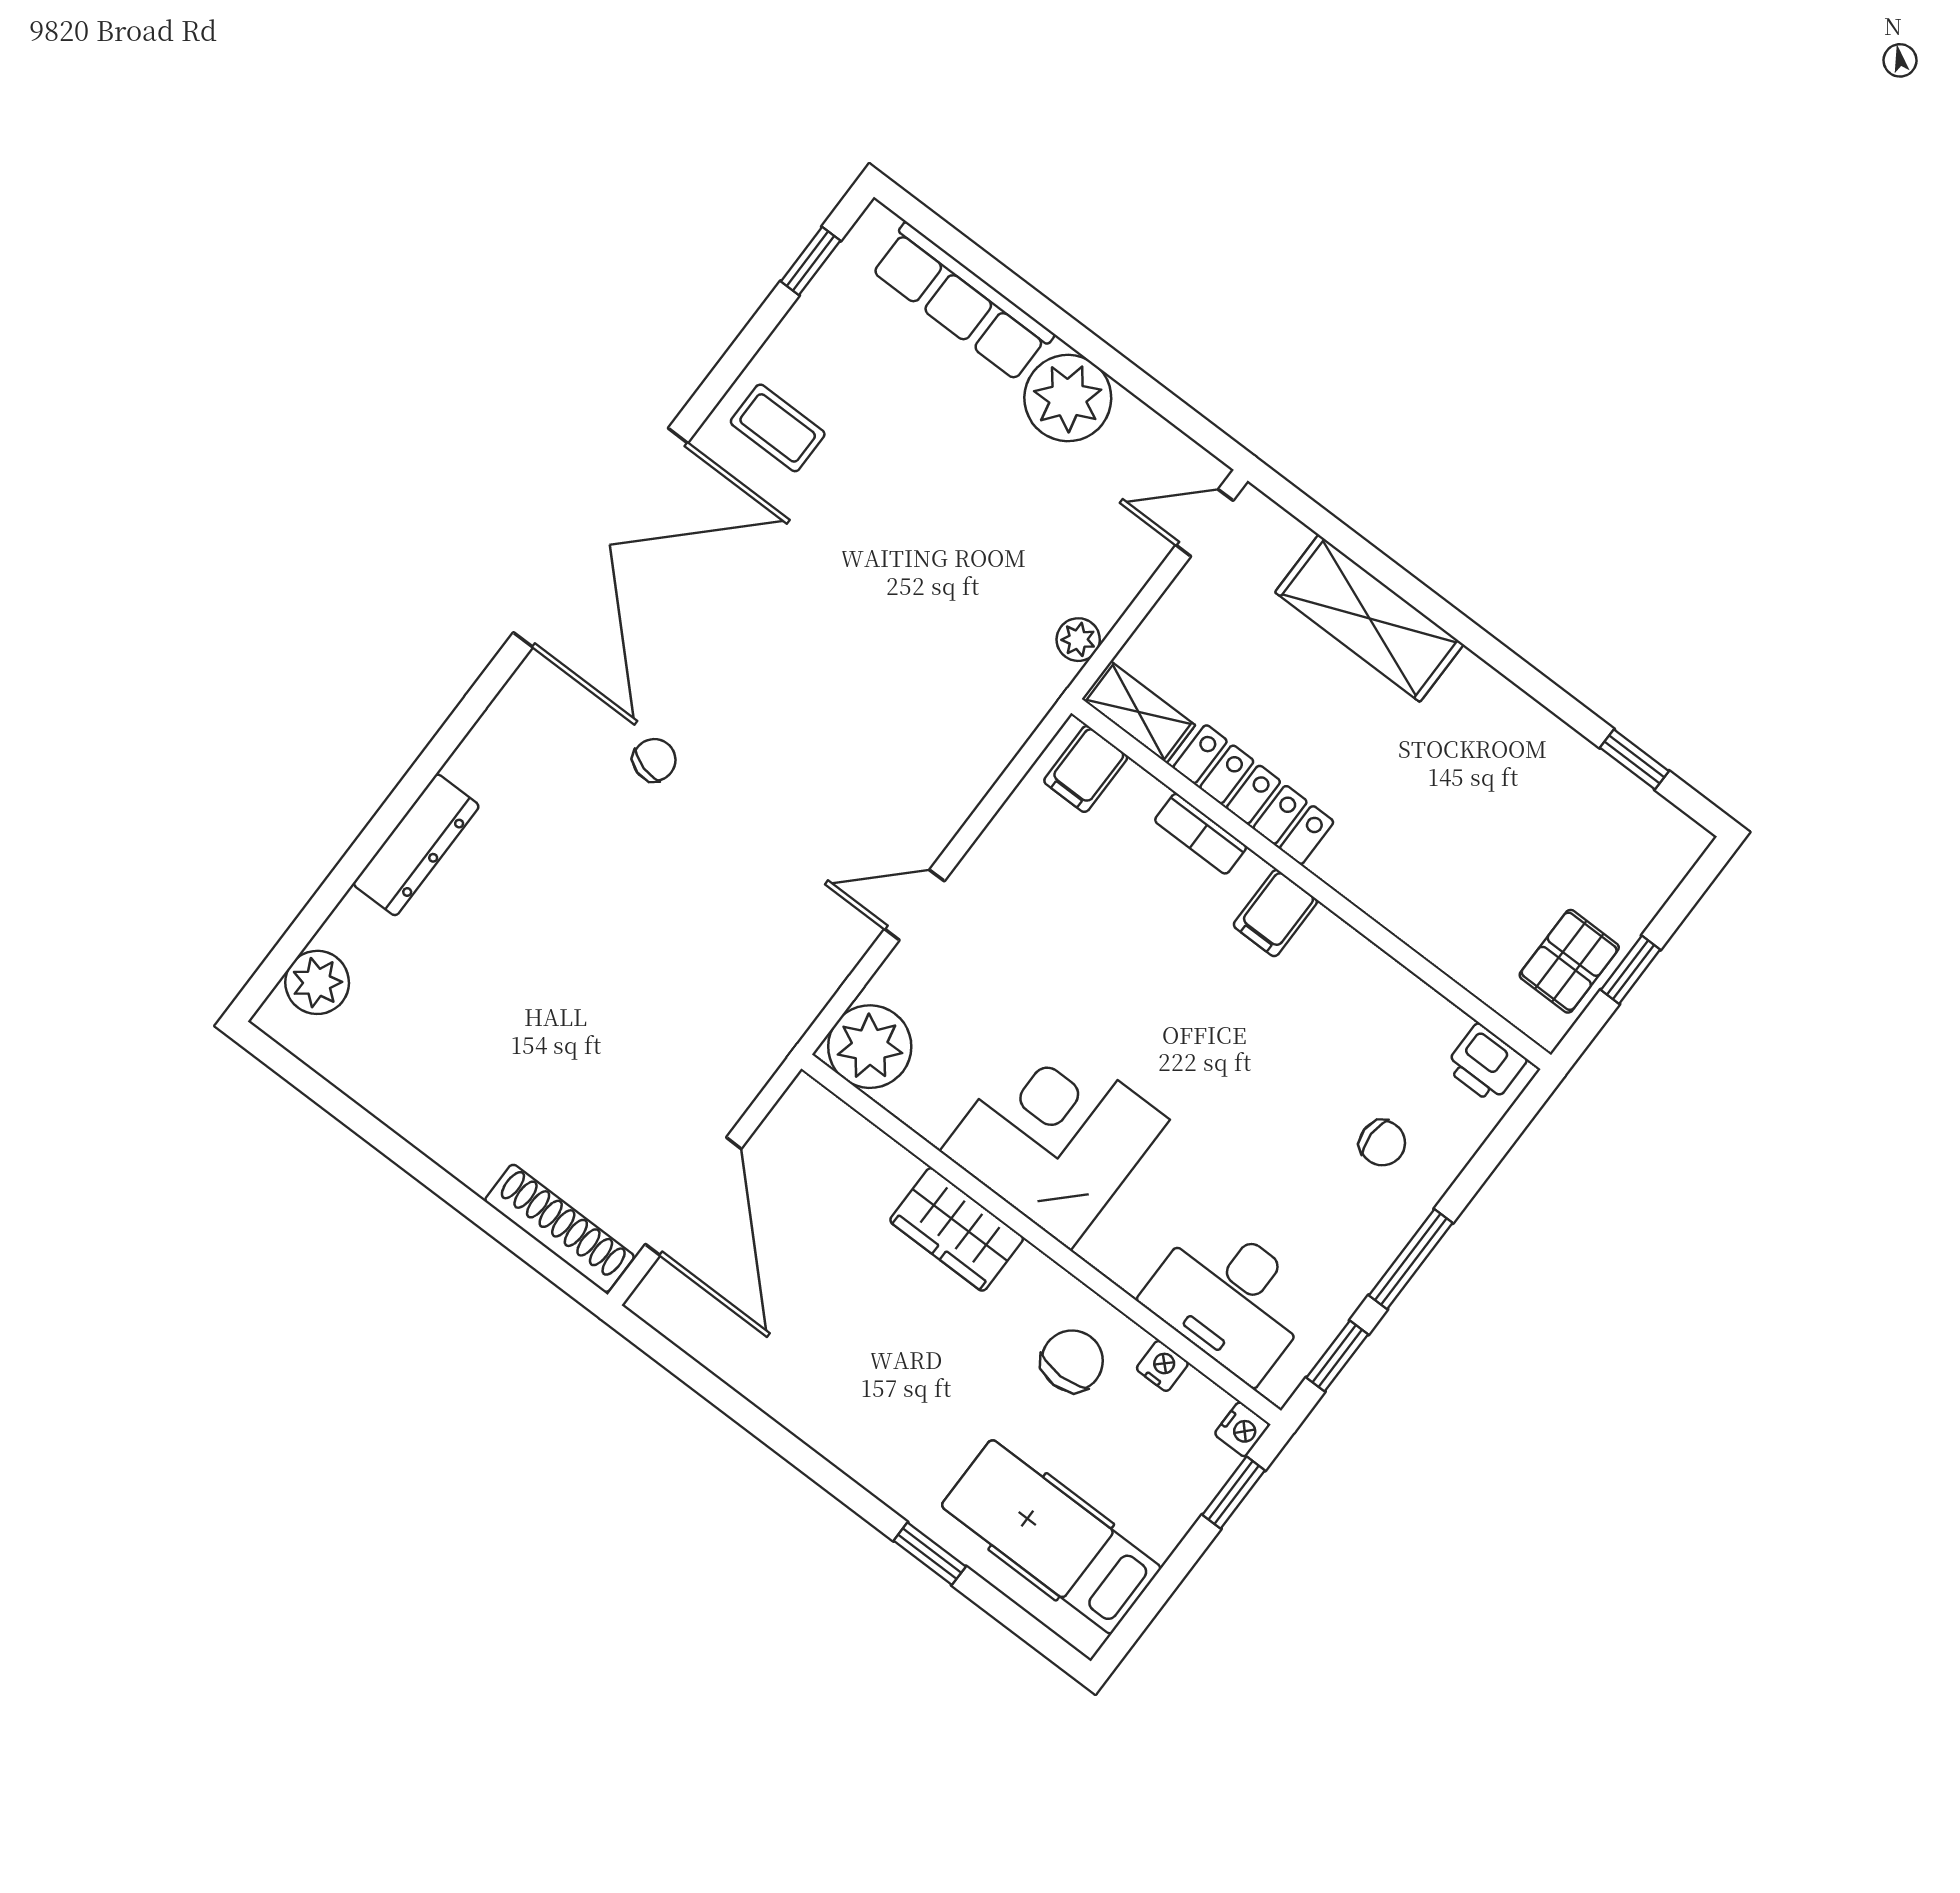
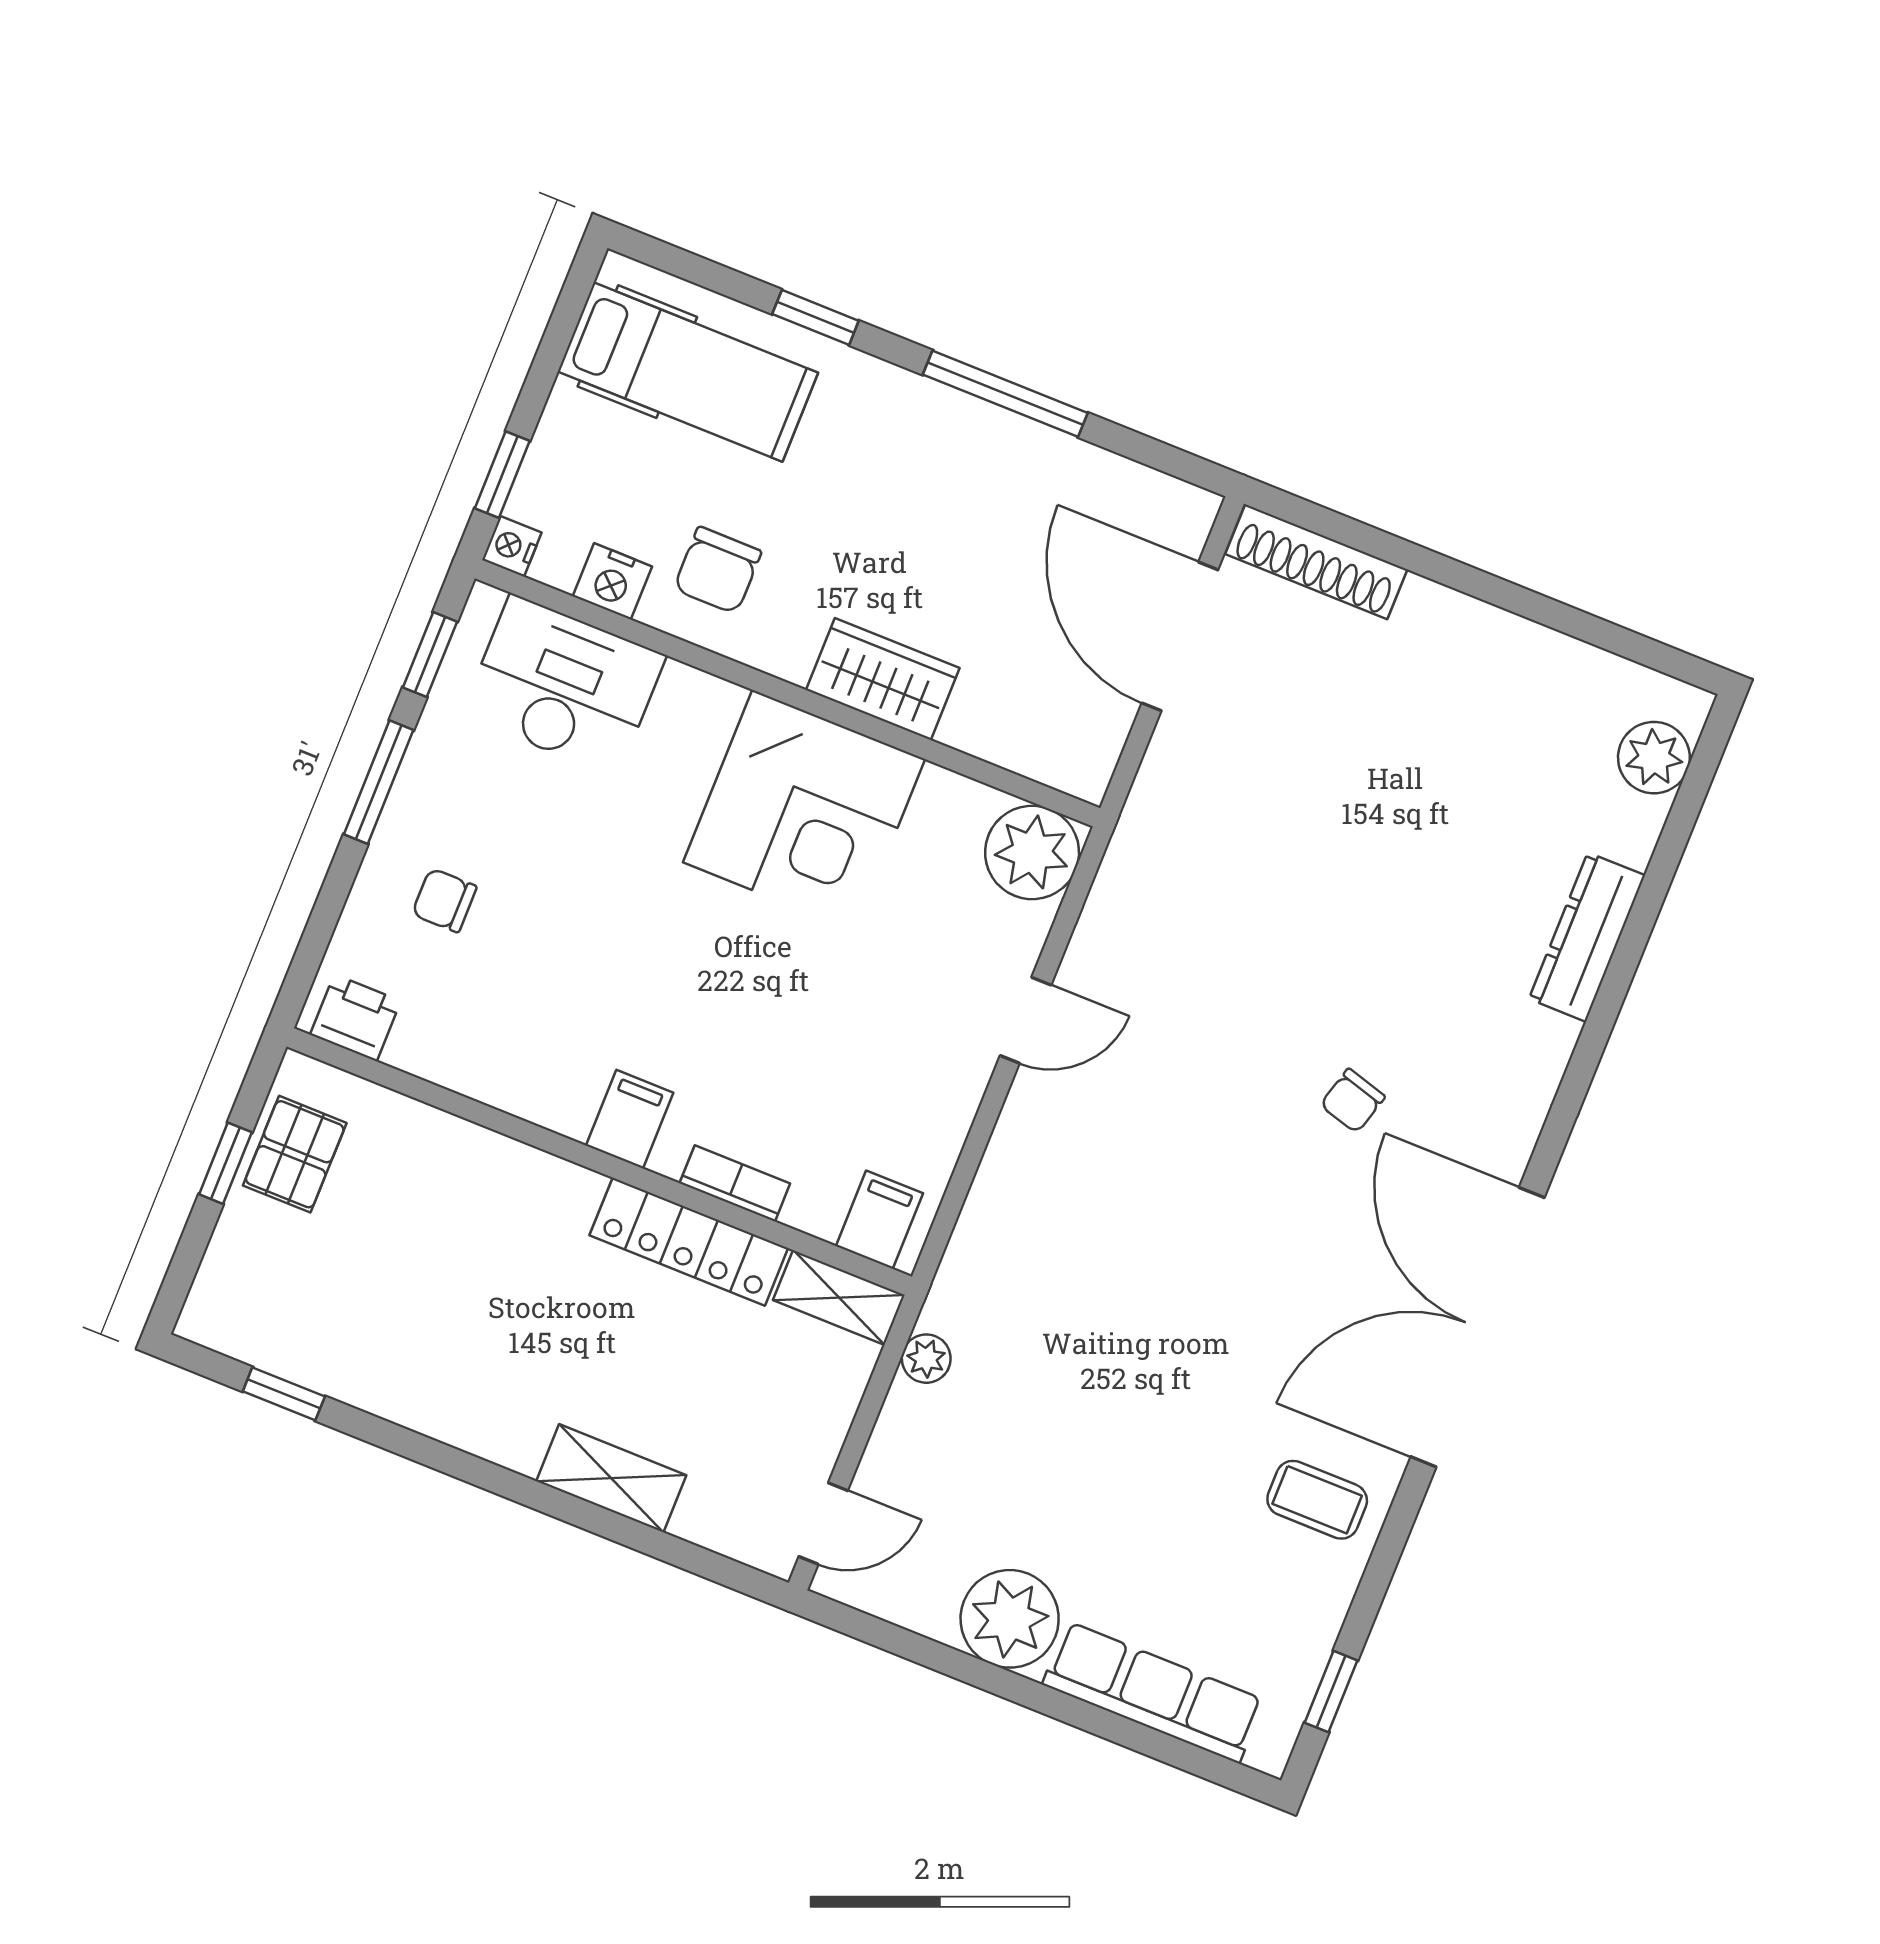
shelving: (1369, 618) -> (611, 1478), width x0.67, depth x0.75
nightstand: (1162, 1366) -> (612, 581), width x1.39, depth x1.35
window: (786, 1444) -> (1005, 394), added

